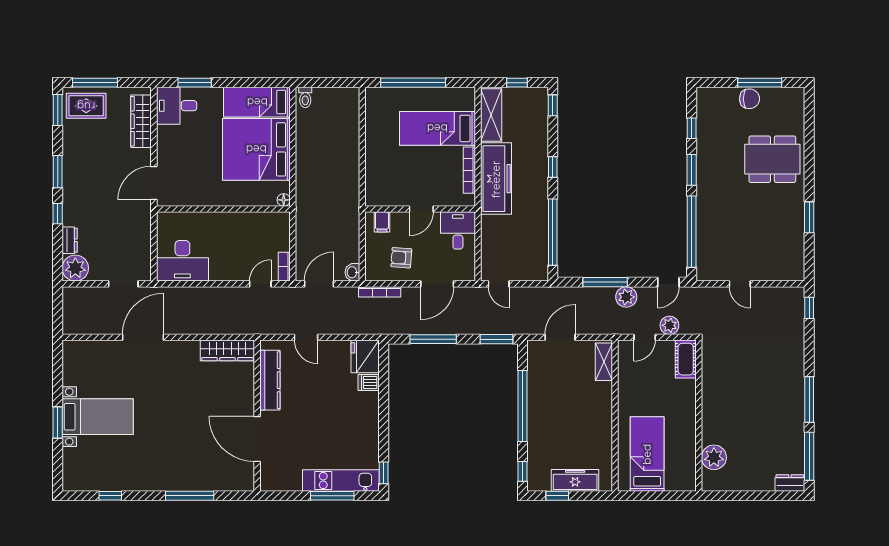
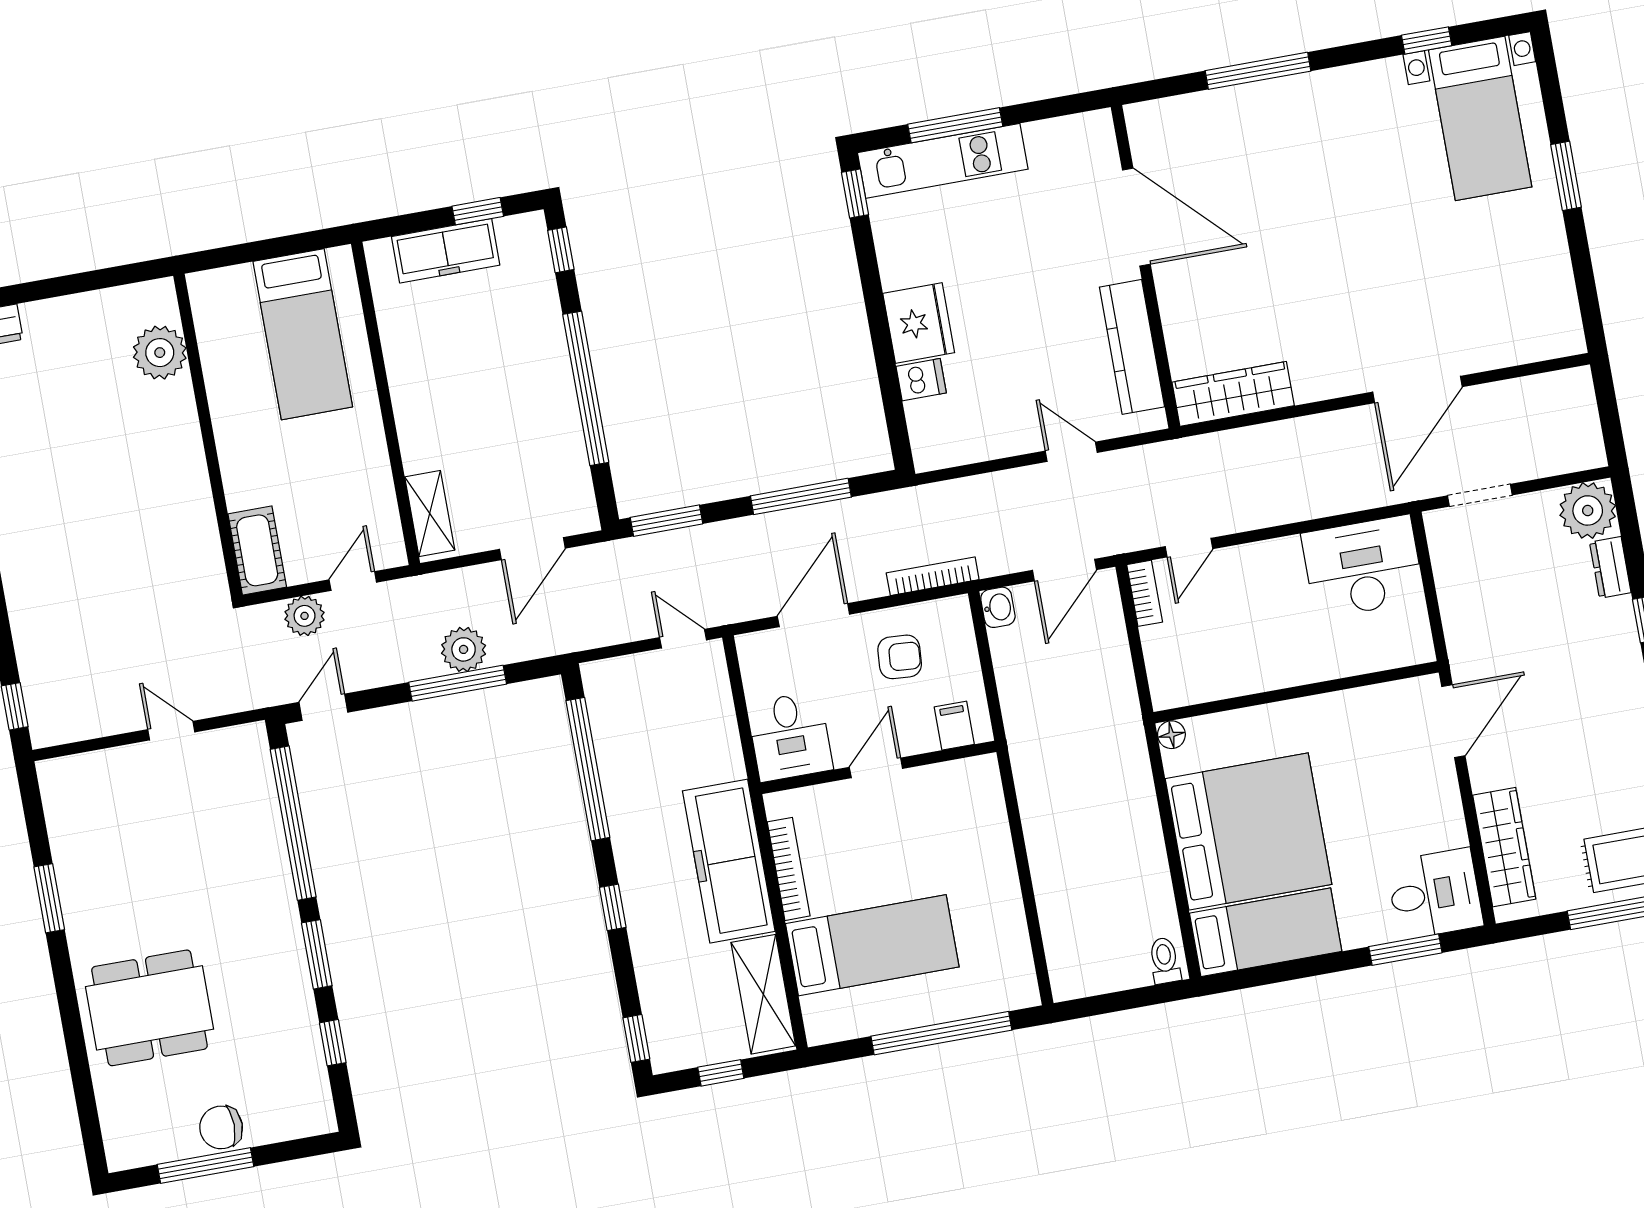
plant: (626, 297) -> (464, 649), moved
fridge: (365, 356) -> (919, 323), moved
bed with nightstands: (98, 417) -> (1480, 118), moved, turned -90

